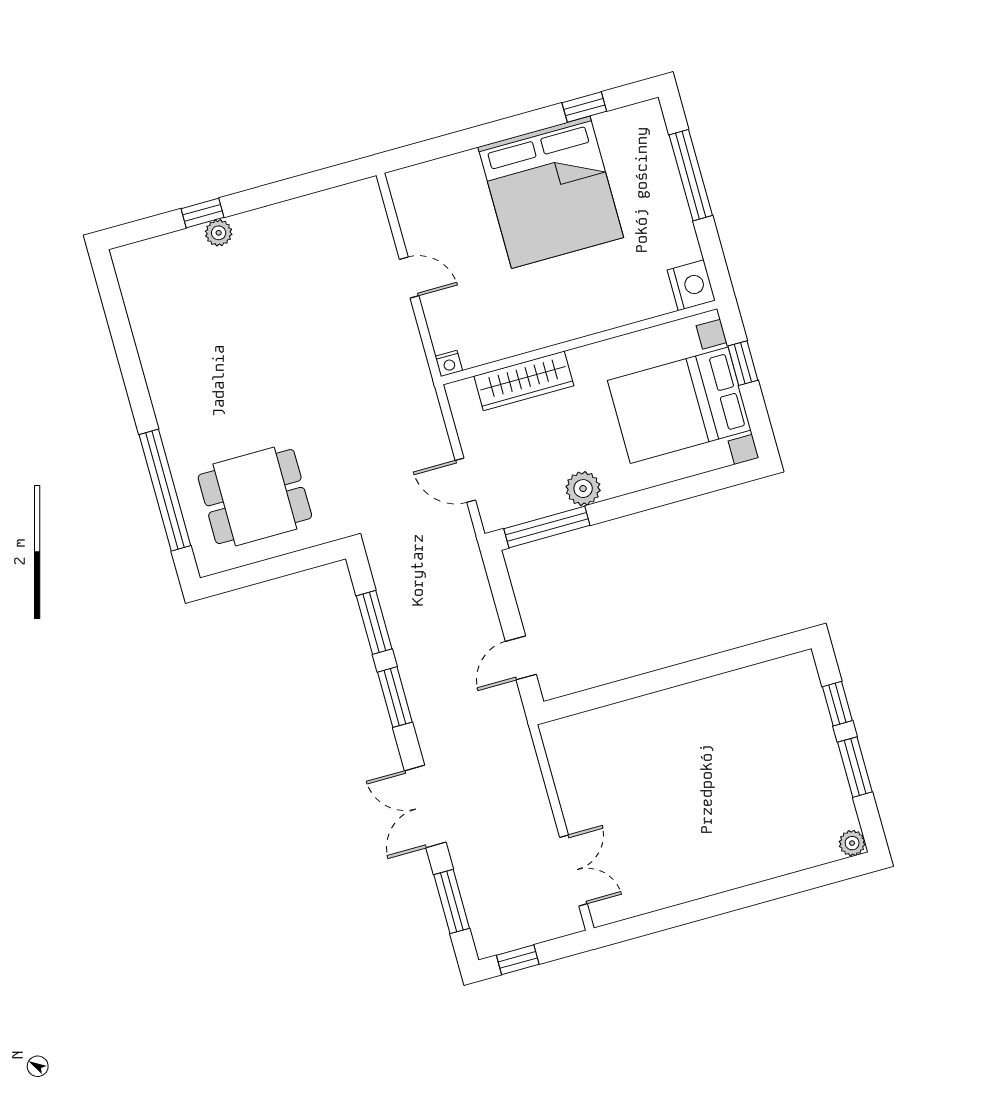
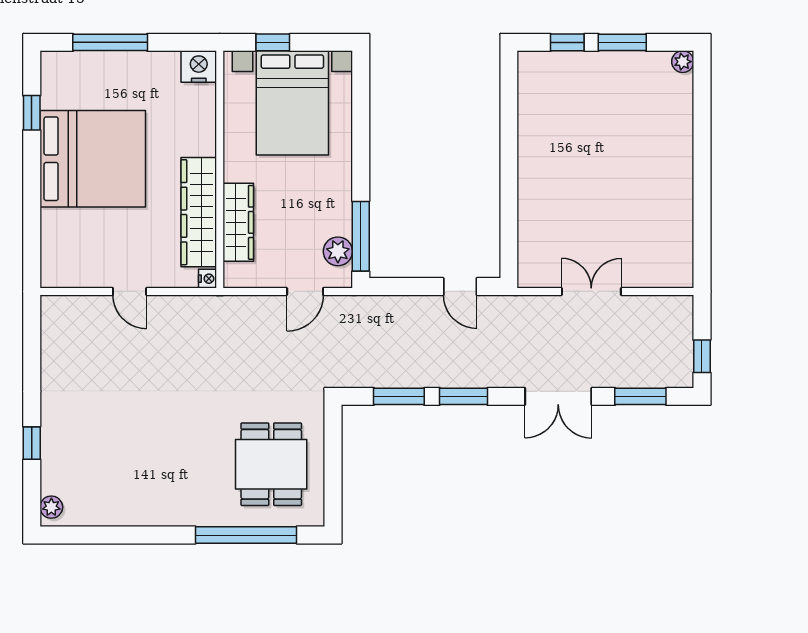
plant: (219, 233) -> (51, 507), moved
door: (409, 278) -> (130, 291), swing flipped
wardrobe: (523, 332) -> (199, 212), added
plant: (583, 489) -> (338, 251), moved
double door: (574, 870) -> (591, 291), moved

